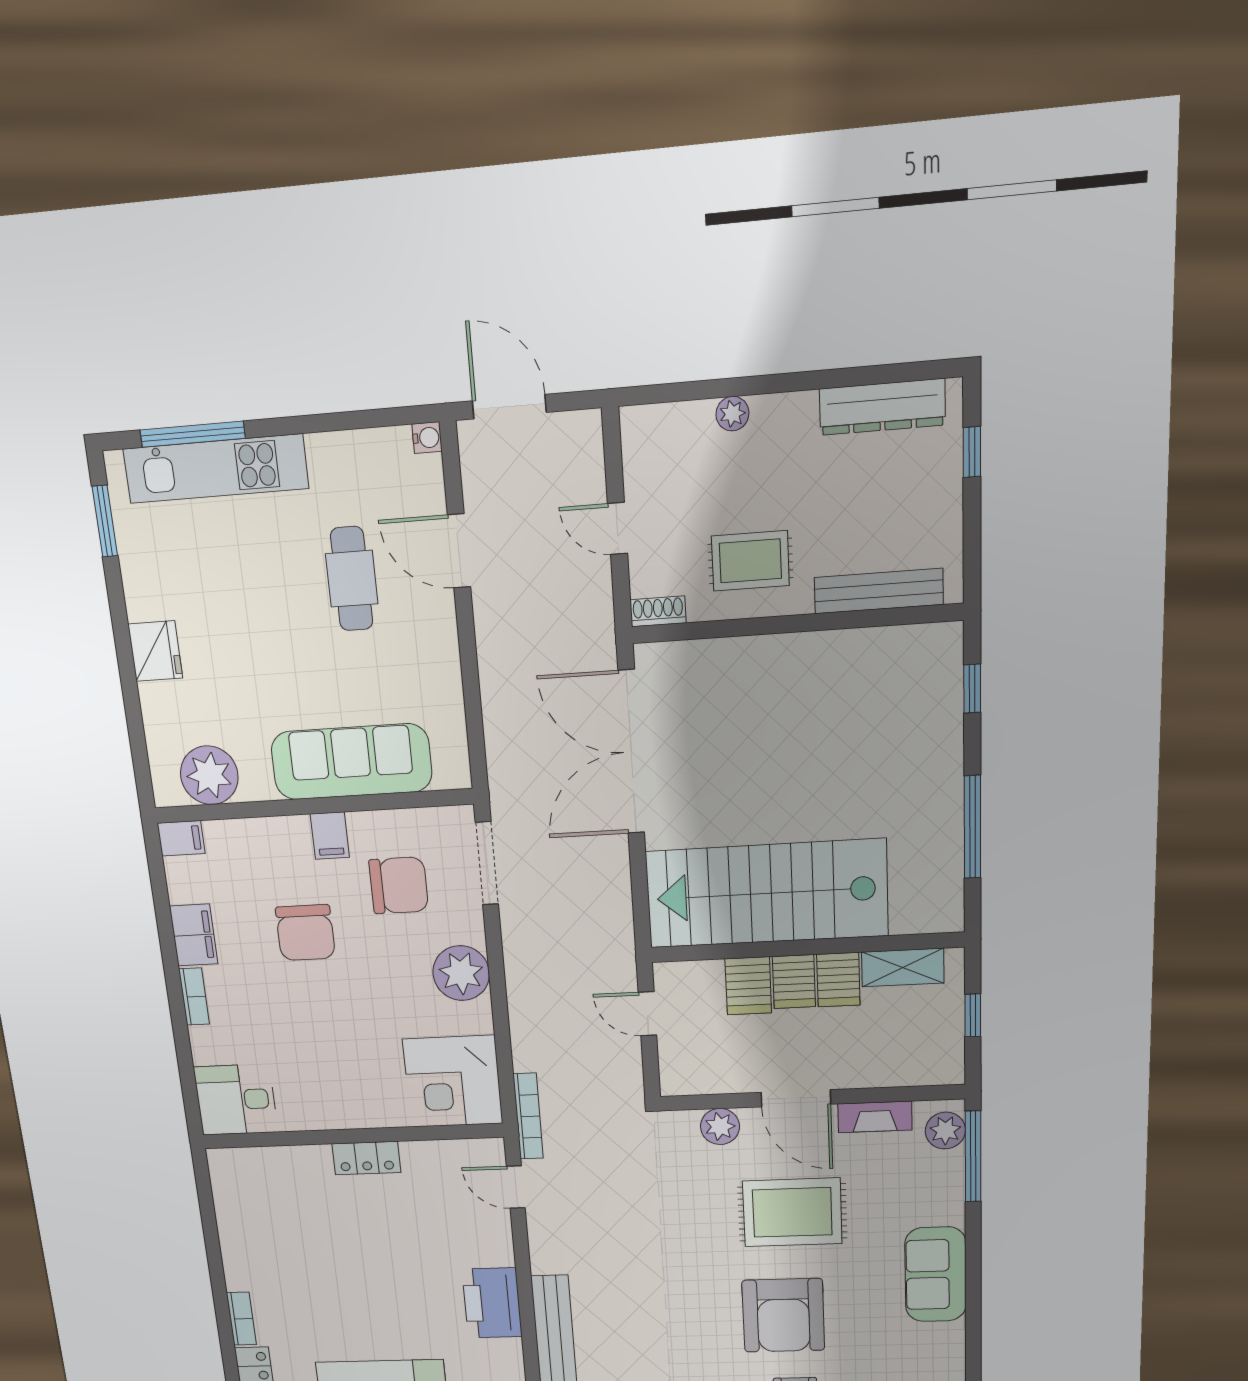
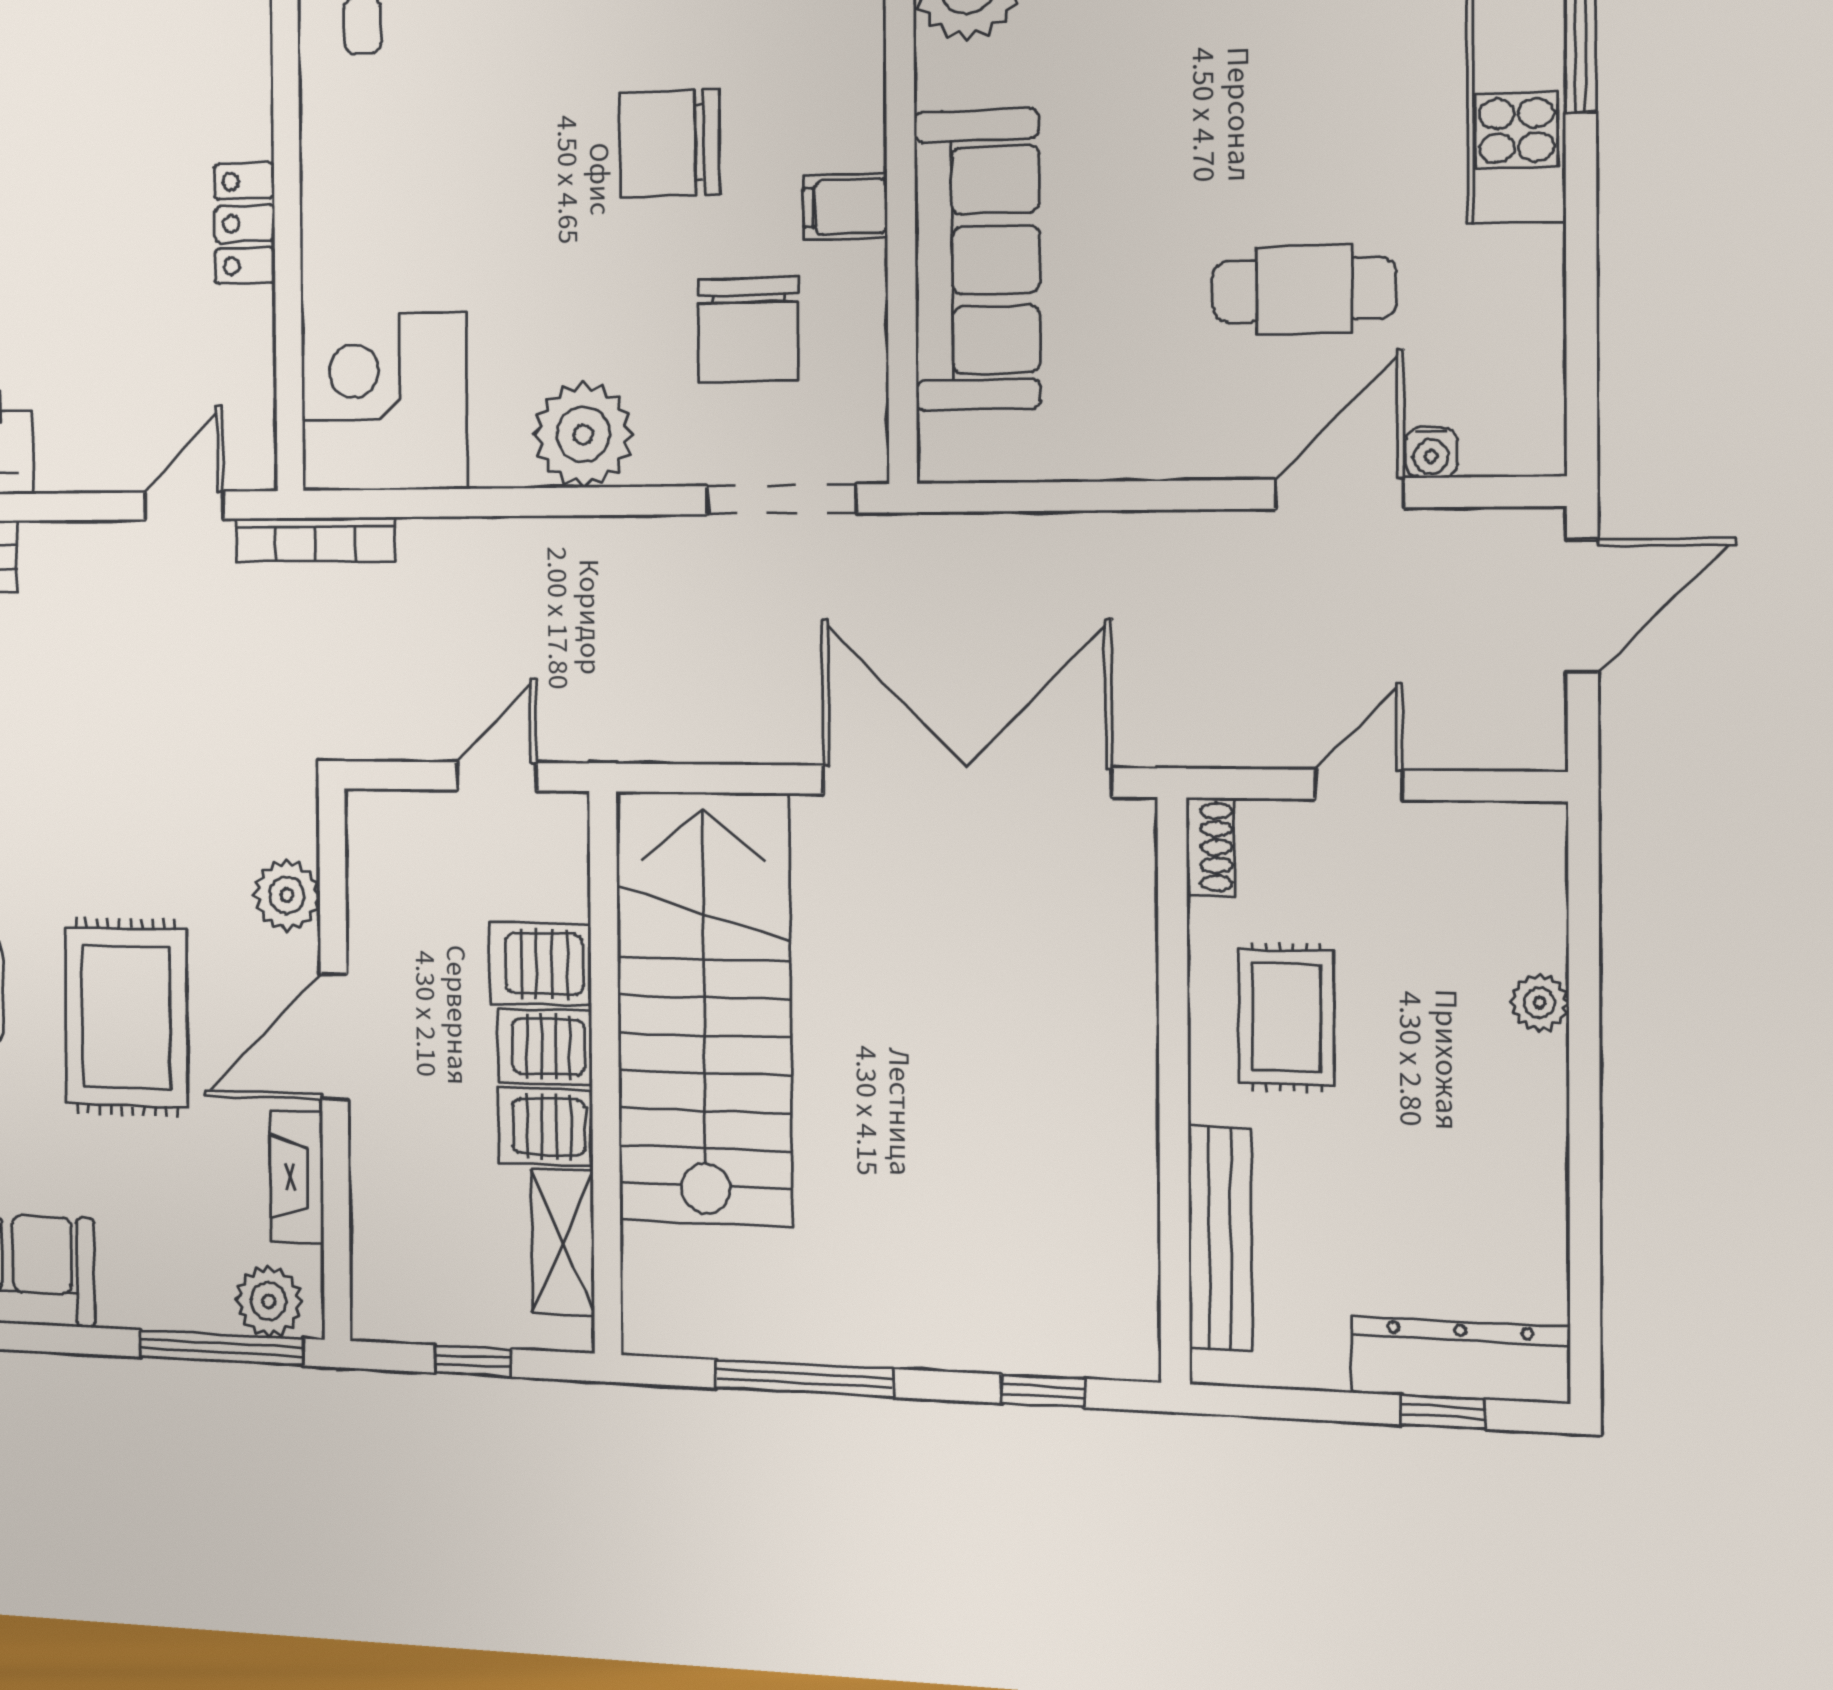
dresser: (882, 407) -> (1460, 1360), moved, turned 90
water cooler: (427, 438) -> (1431, 453), moved

